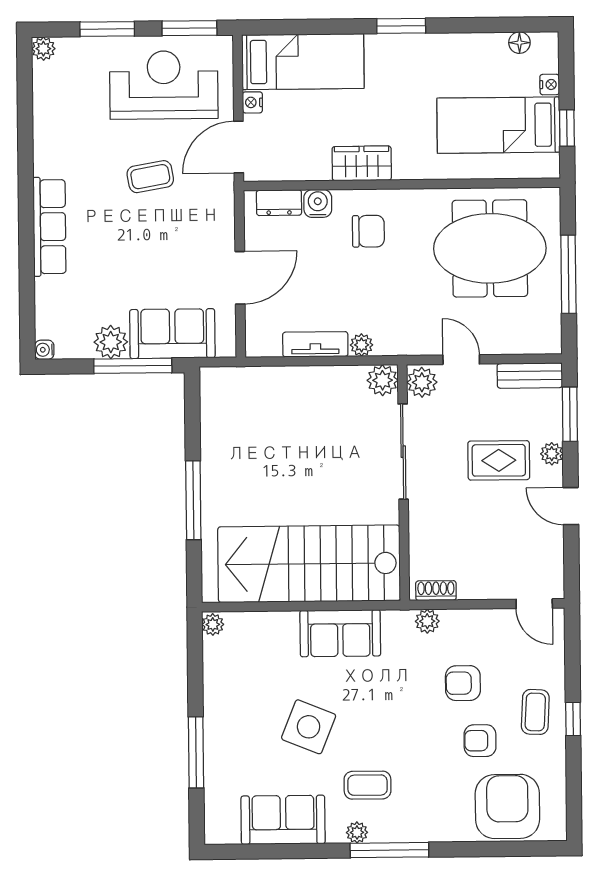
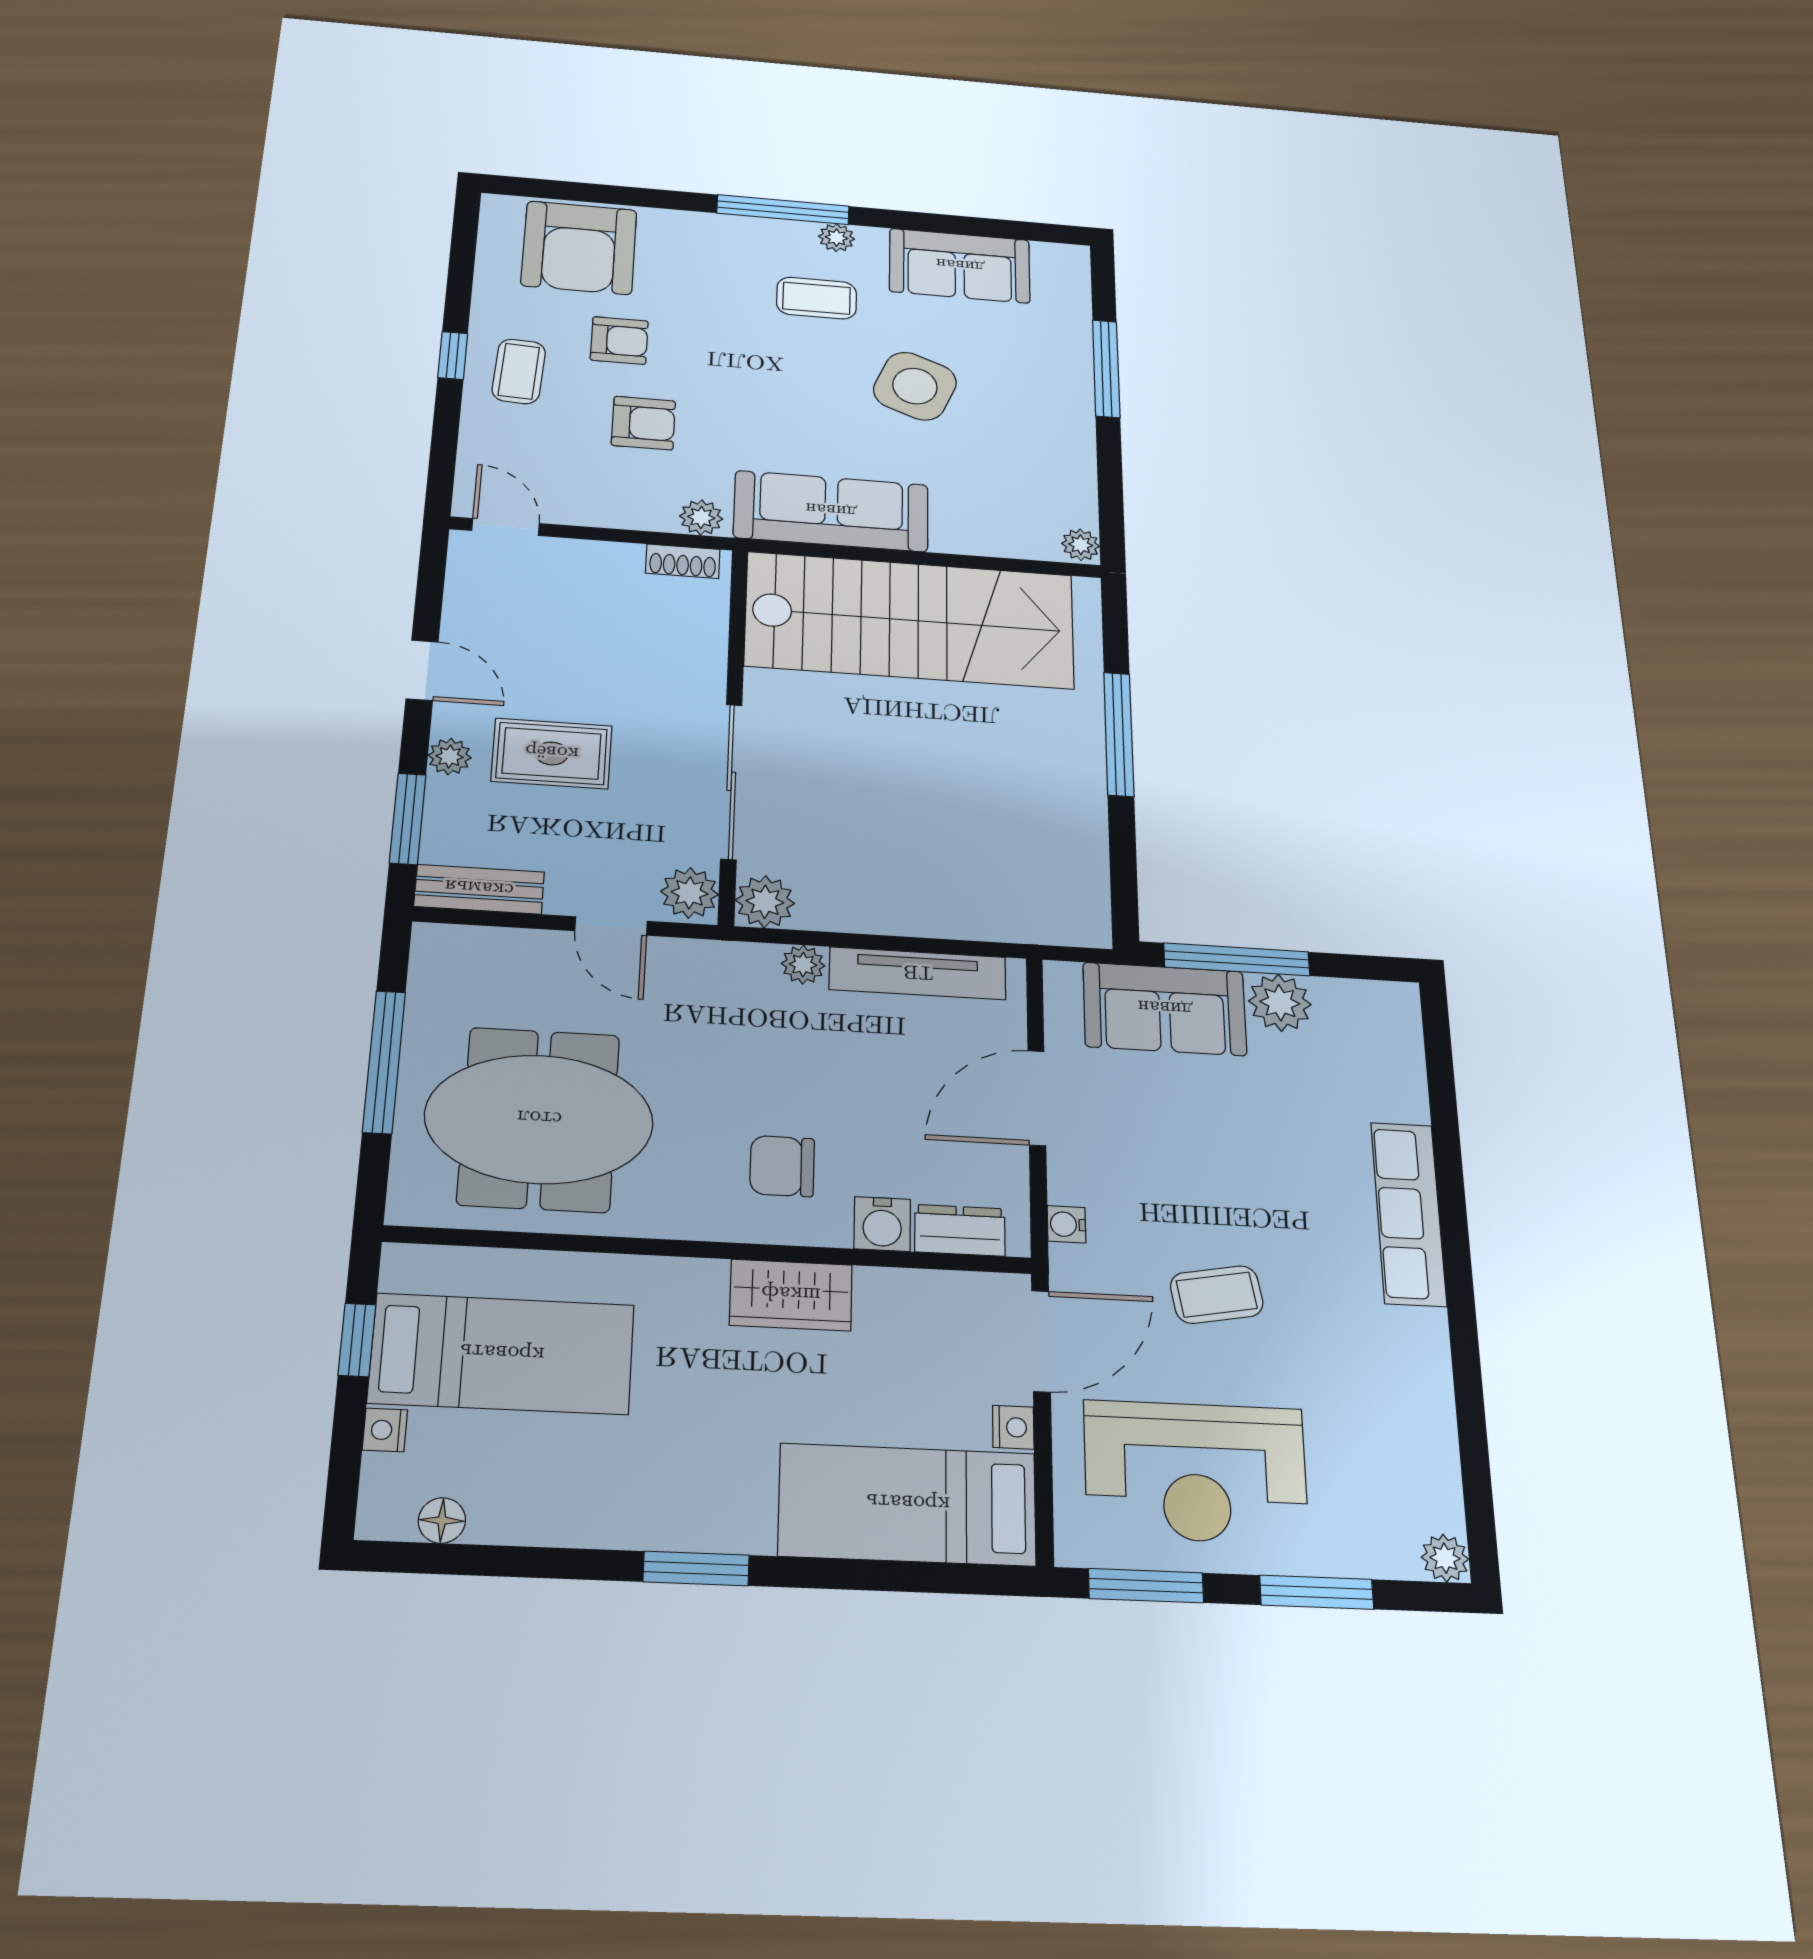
tv unit: (315, 344) -> (918, 973), width x1.41
water cooler: (44, 350) -> (1066, 1224), moved, turned 180
sofa: (340, 633) -> (831, 511), width x1.36

